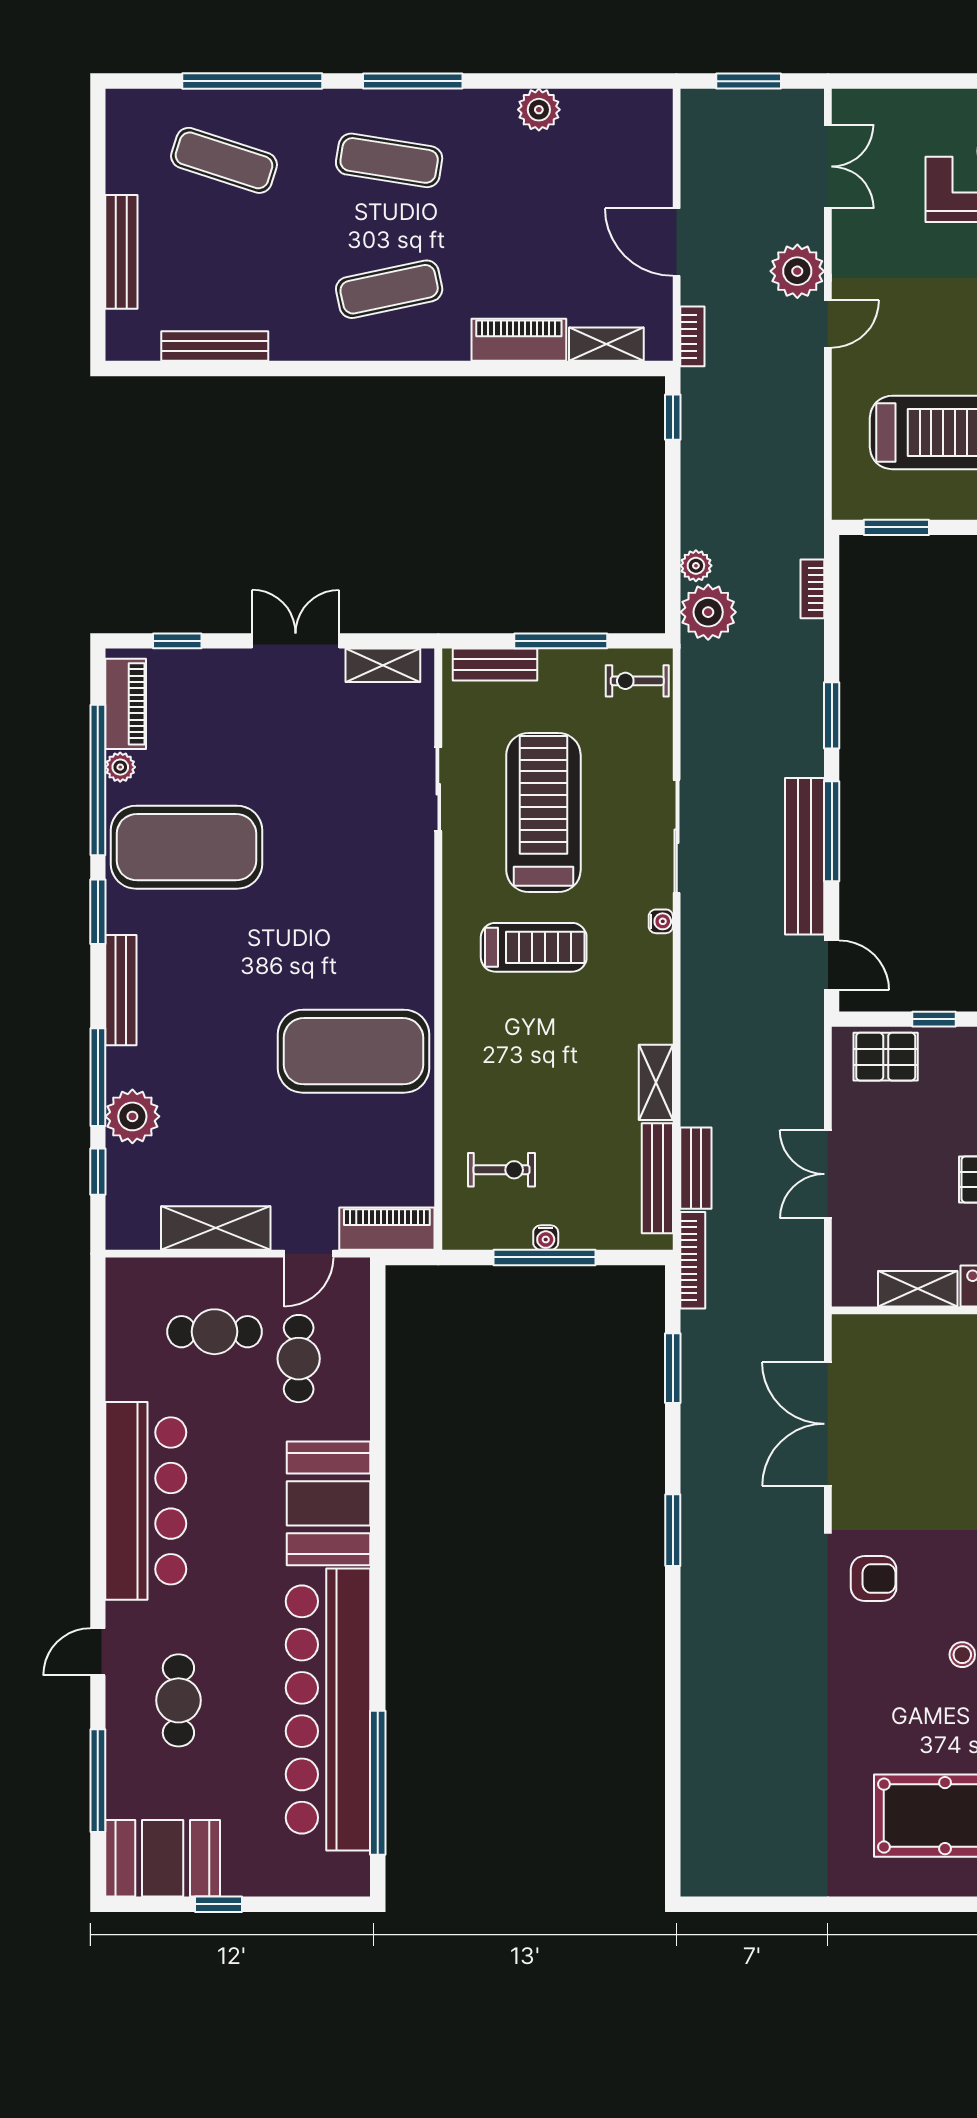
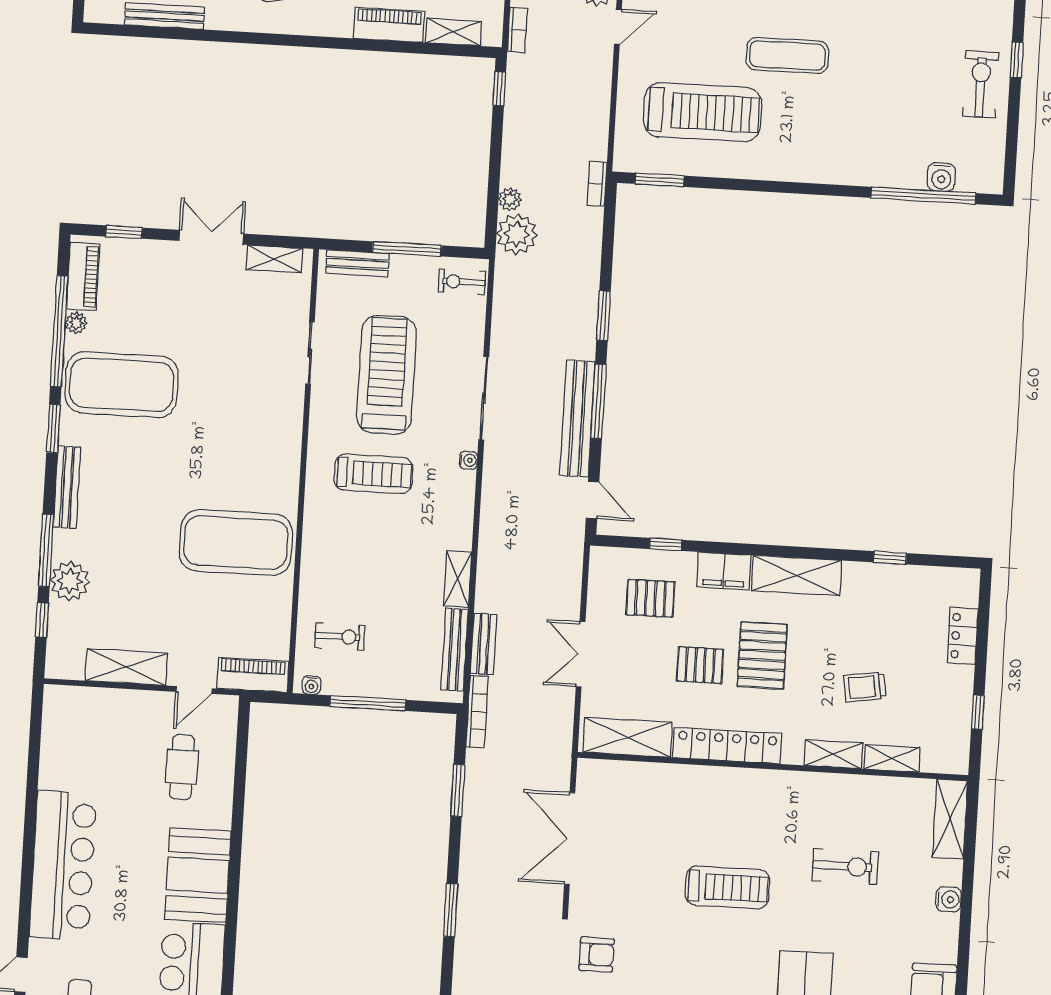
bookcase: (812, 589) -> (597, 184), moved
pallet: (886, 1057) -> (650, 598), moved
water cooler: (546, 1238) -> (311, 685), moved
shelving: (918, 1289) -> (628, 737), width x1.50, depth x1.33
cafe table: (214, 1332) -> (121, 743), removed

